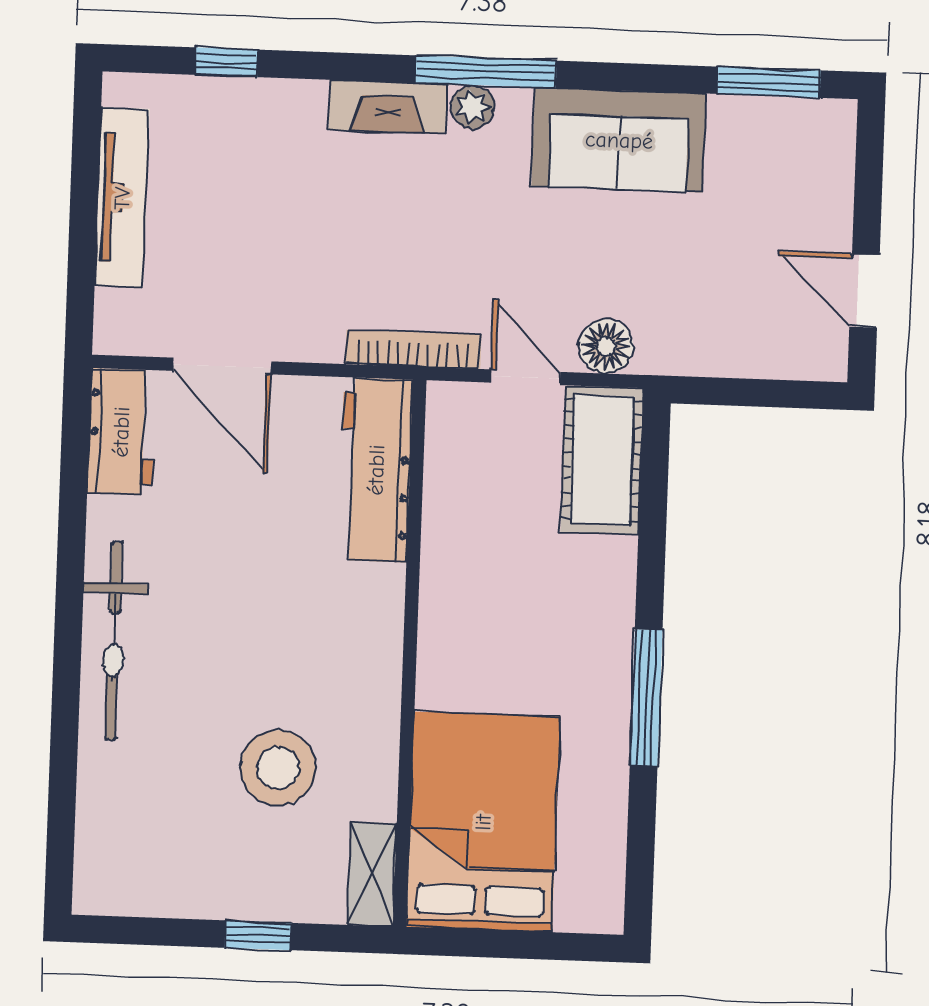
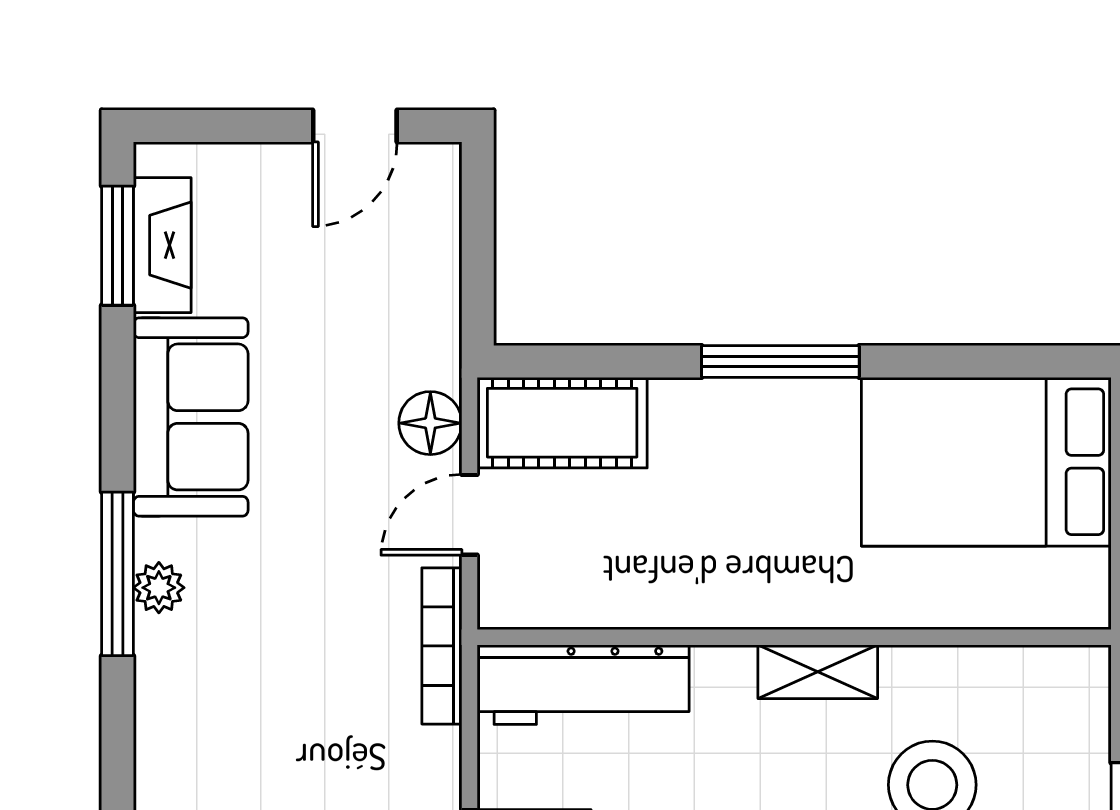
fireplace: (388, 107) -> (162, 245), moved
window: (646, 698) -> (780, 362), moved
bed: (483, 822) -> (986, 462), moved
shelving: (372, 874) -> (818, 672), moved

